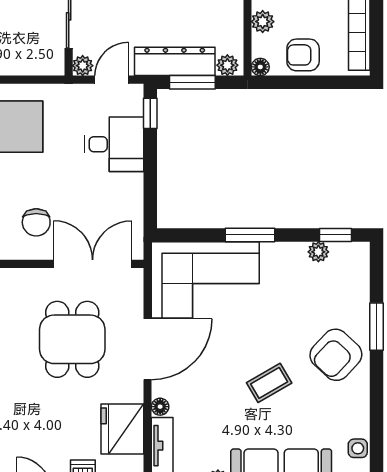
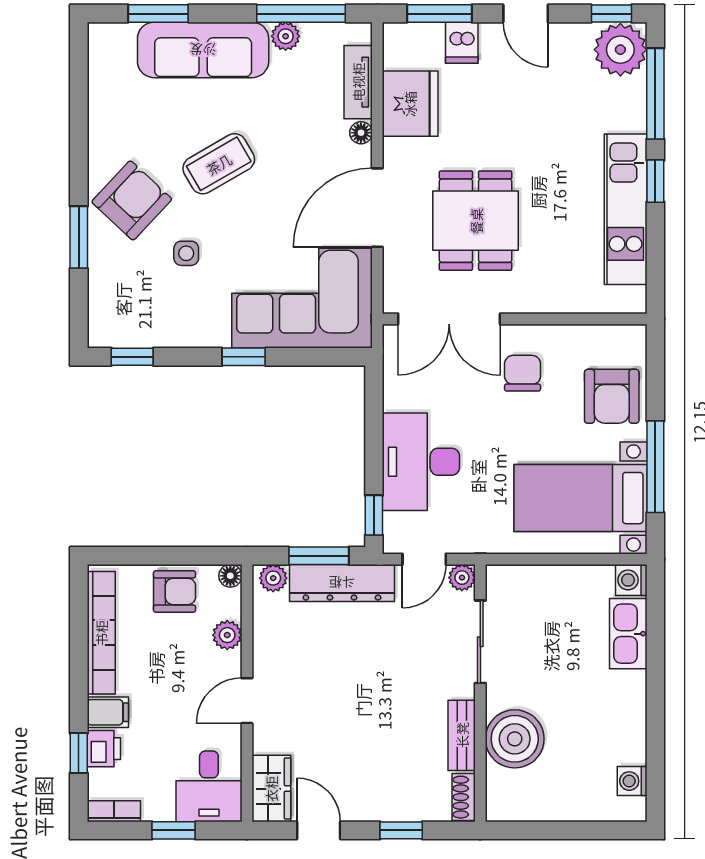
desk: (114, 144) -> (421, 462), width x1.37
window: (250, 235) -> (244, 357), width x0.67
plant: (318, 252) -> (155, 335), removed
coffee table: (269, 383) -> (219, 164), width x1.36, depth x1.30
side table: (358, 448) -> (186, 253), moved

